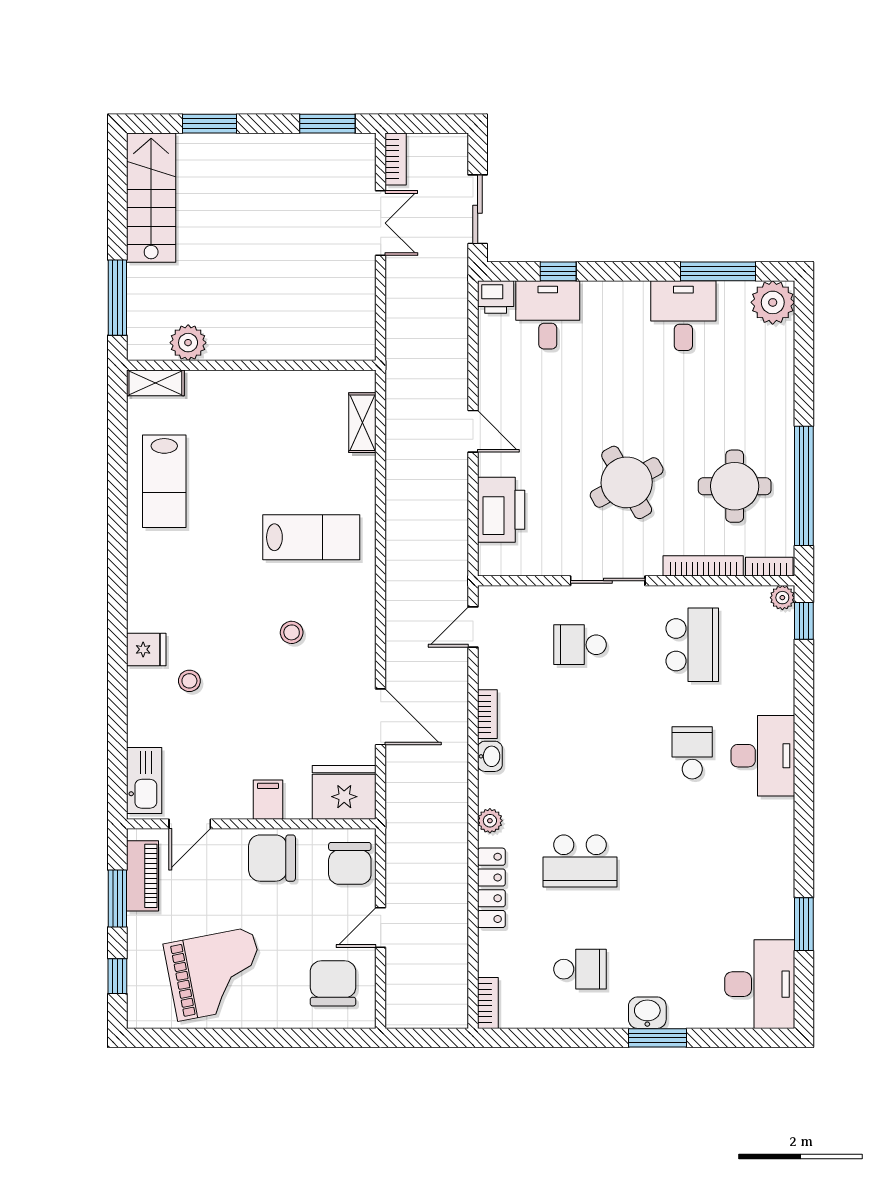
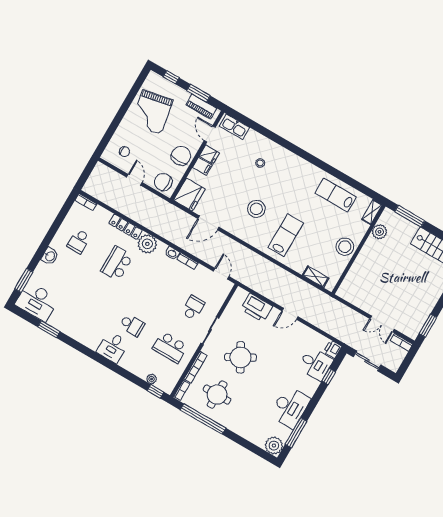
desk: (683, 316) -> (290, 407), width x1.37
stool: (262, 398) -> (345, 247), added
lab bench: (311, 537) -> (286, 235), turned 180
plant: (782, 598) -> (152, 379), moved
stool: (292, 632) -> (256, 209), width x1.89, depth x1.89
fridge: (146, 649) -> (209, 155), moved, turned -90
desk: (763, 756) -> (113, 347), width x0.73
plant: (490, 821) -> (147, 244), width x1.88, depth x1.88
chair: (333, 983) -> (124, 152), width x0.54, depth x0.54
window: (657, 1038) -> (24, 280), moved

